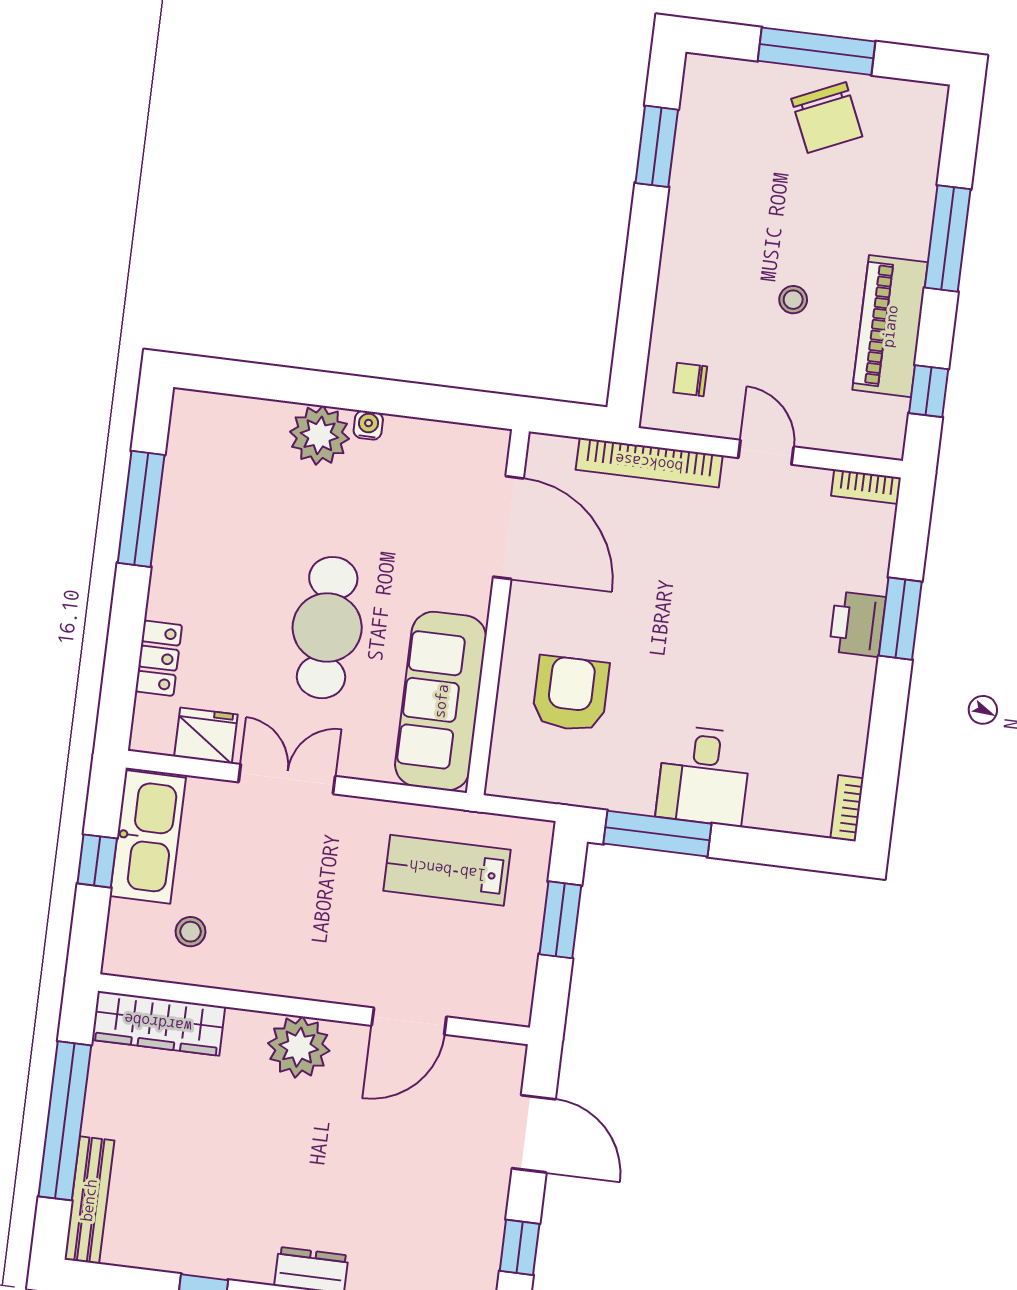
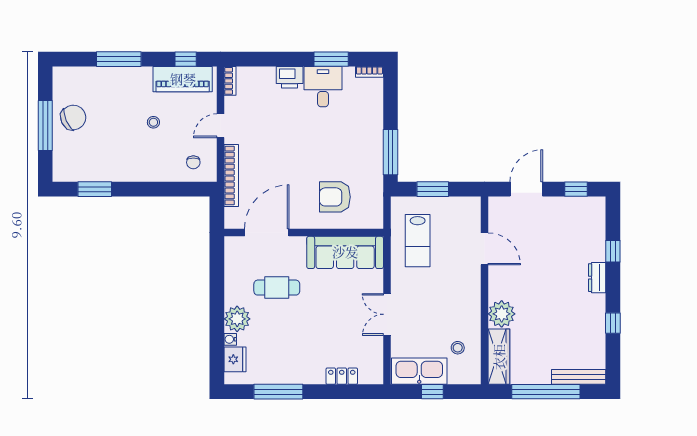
piano: (890, 326) -> (183, 79), moved
water cooler: (368, 425) -> (230, 339), moved
window: (900, 619) -> (331, 59), moved
cafe table: (327, 628) -> (277, 288), moved, width x0.73, depth x0.74
fridge: (206, 736) -> (235, 359), moved, turned 180
desk: (704, 776) -> (323, 87), moved, turned -90
plant: (299, 1047) -> (502, 314), moved

